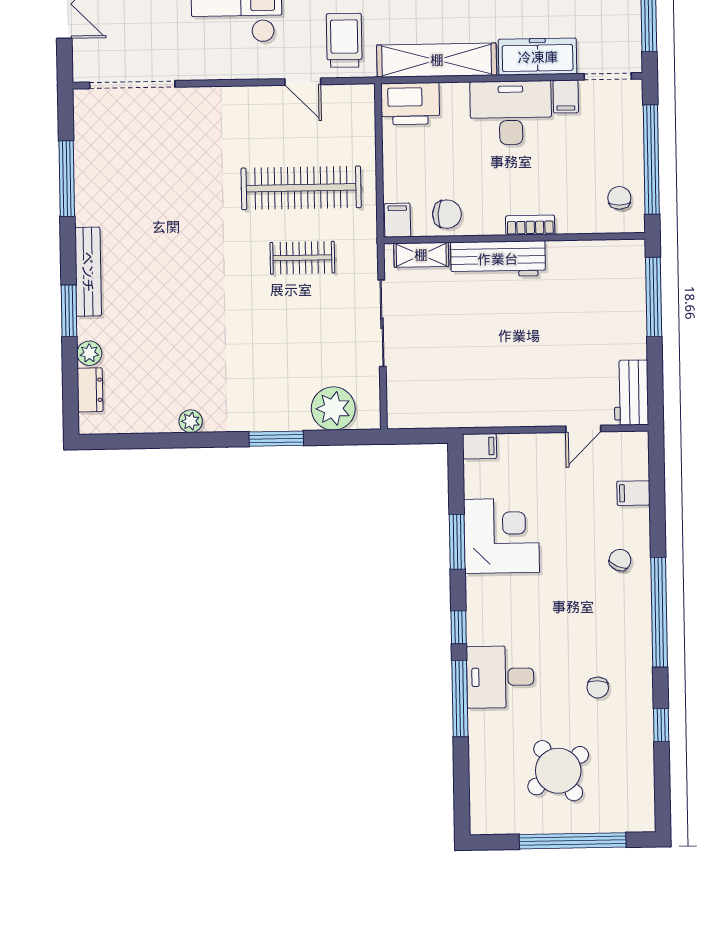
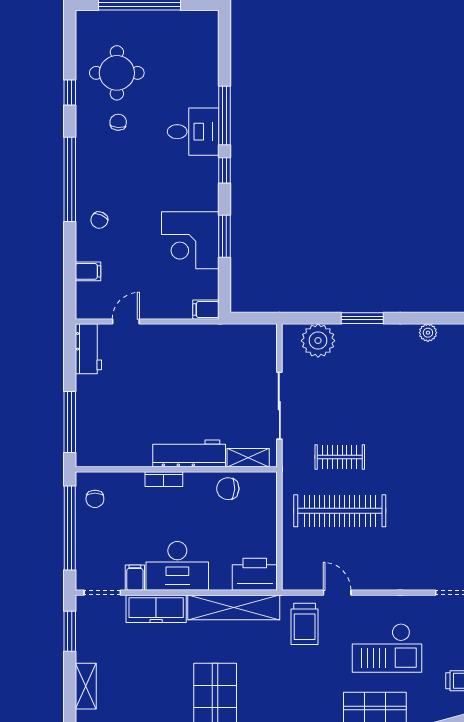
filing cabinet: (397, 220) -> (266, 485), removed
round table: (558, 771) -> (117, 73), moved, turned 35

